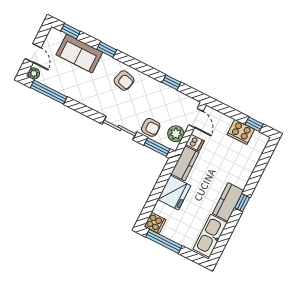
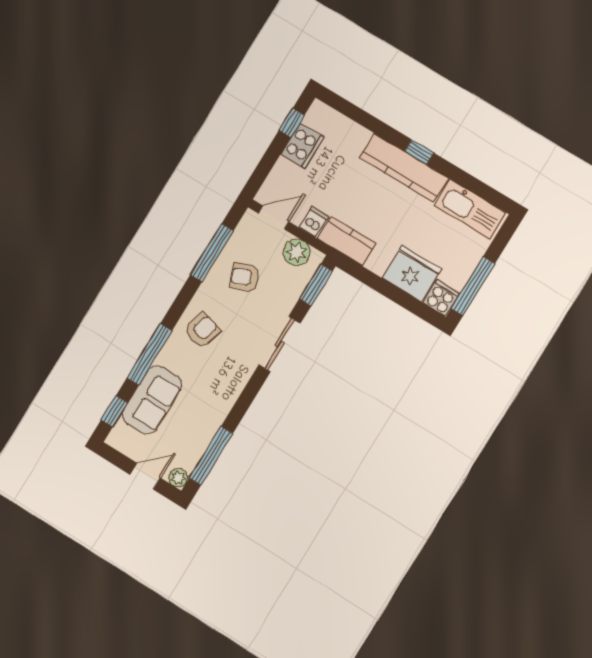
window: (107, 50) -> (149, 354), width x2.17
window: (171, 82) -> (212, 253), width x2.17
armchair: (151, 127) -> (245, 277), moved, turned -112
fridge: (174, 193) -> (412, 274), moved
kitchen counter: (228, 202) -> (404, 168), width x1.50

